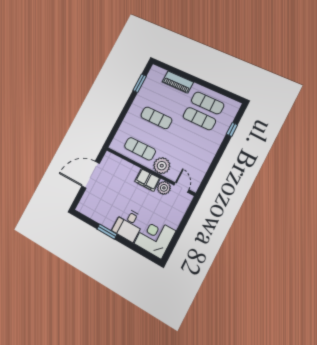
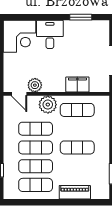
exercise mat: (191, 134) -> (36, 147), added
exercise mat: (183, 150) -> (36, 129), added
filing cabinet: (147, 180) -> (77, 84), moved
window: (107, 232) -> (81, 17), moved

